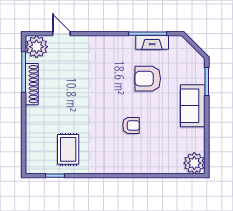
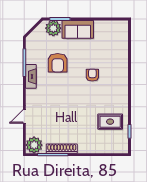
door: (61, 34) -> (24, 116), moved
fireplace: (152, 42) -> (31, 76), moved
plant: (194, 163) -> (53, 28), moved

